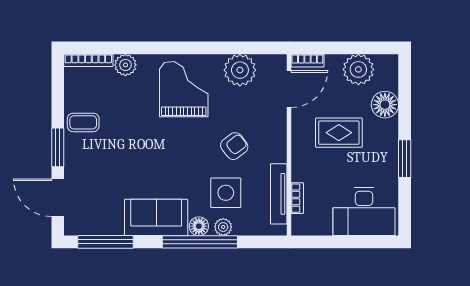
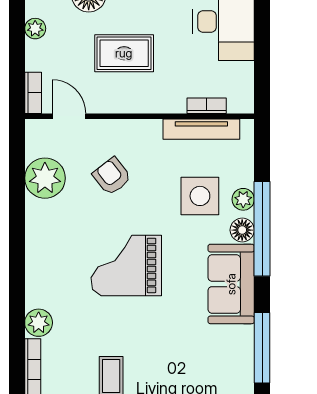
plant: (358, 69) -> (35, 29), width x0.53, depth x0.53
grand piano: (184, 89) -> (126, 265), moved
door: (289, 89) -> (69, 116), width x0.73
rug: (339, 133) -> (124, 53), turned 90
armchair: (234, 146) -> (112, 176), moved

